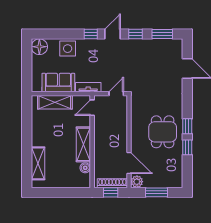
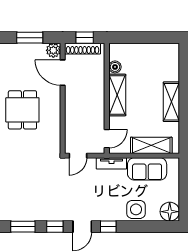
shelving: (38, 163) -> (171, 102), moved

